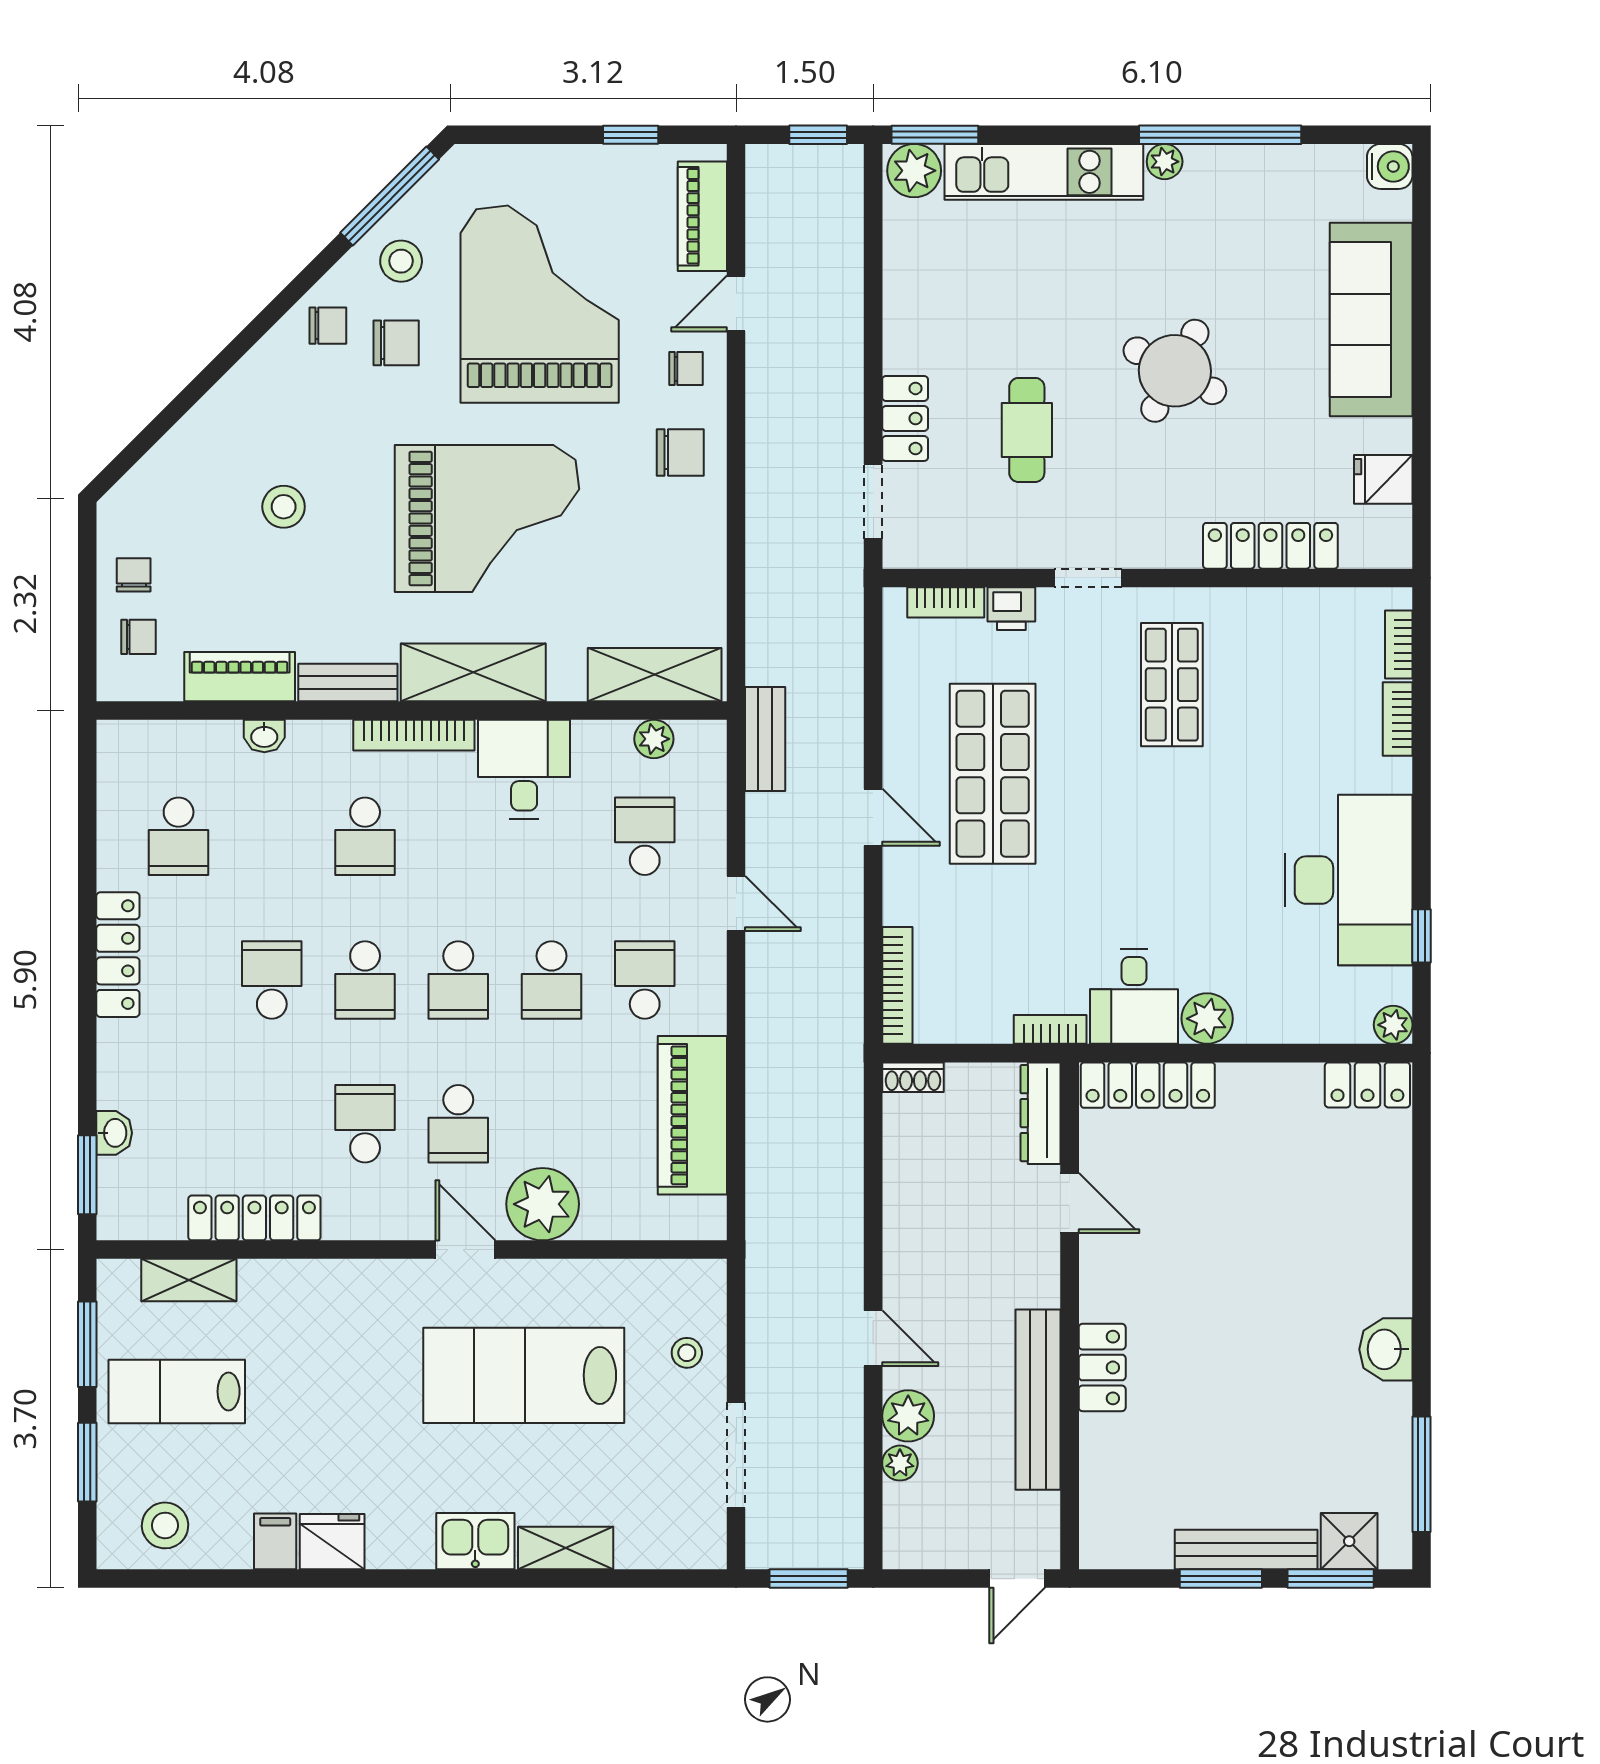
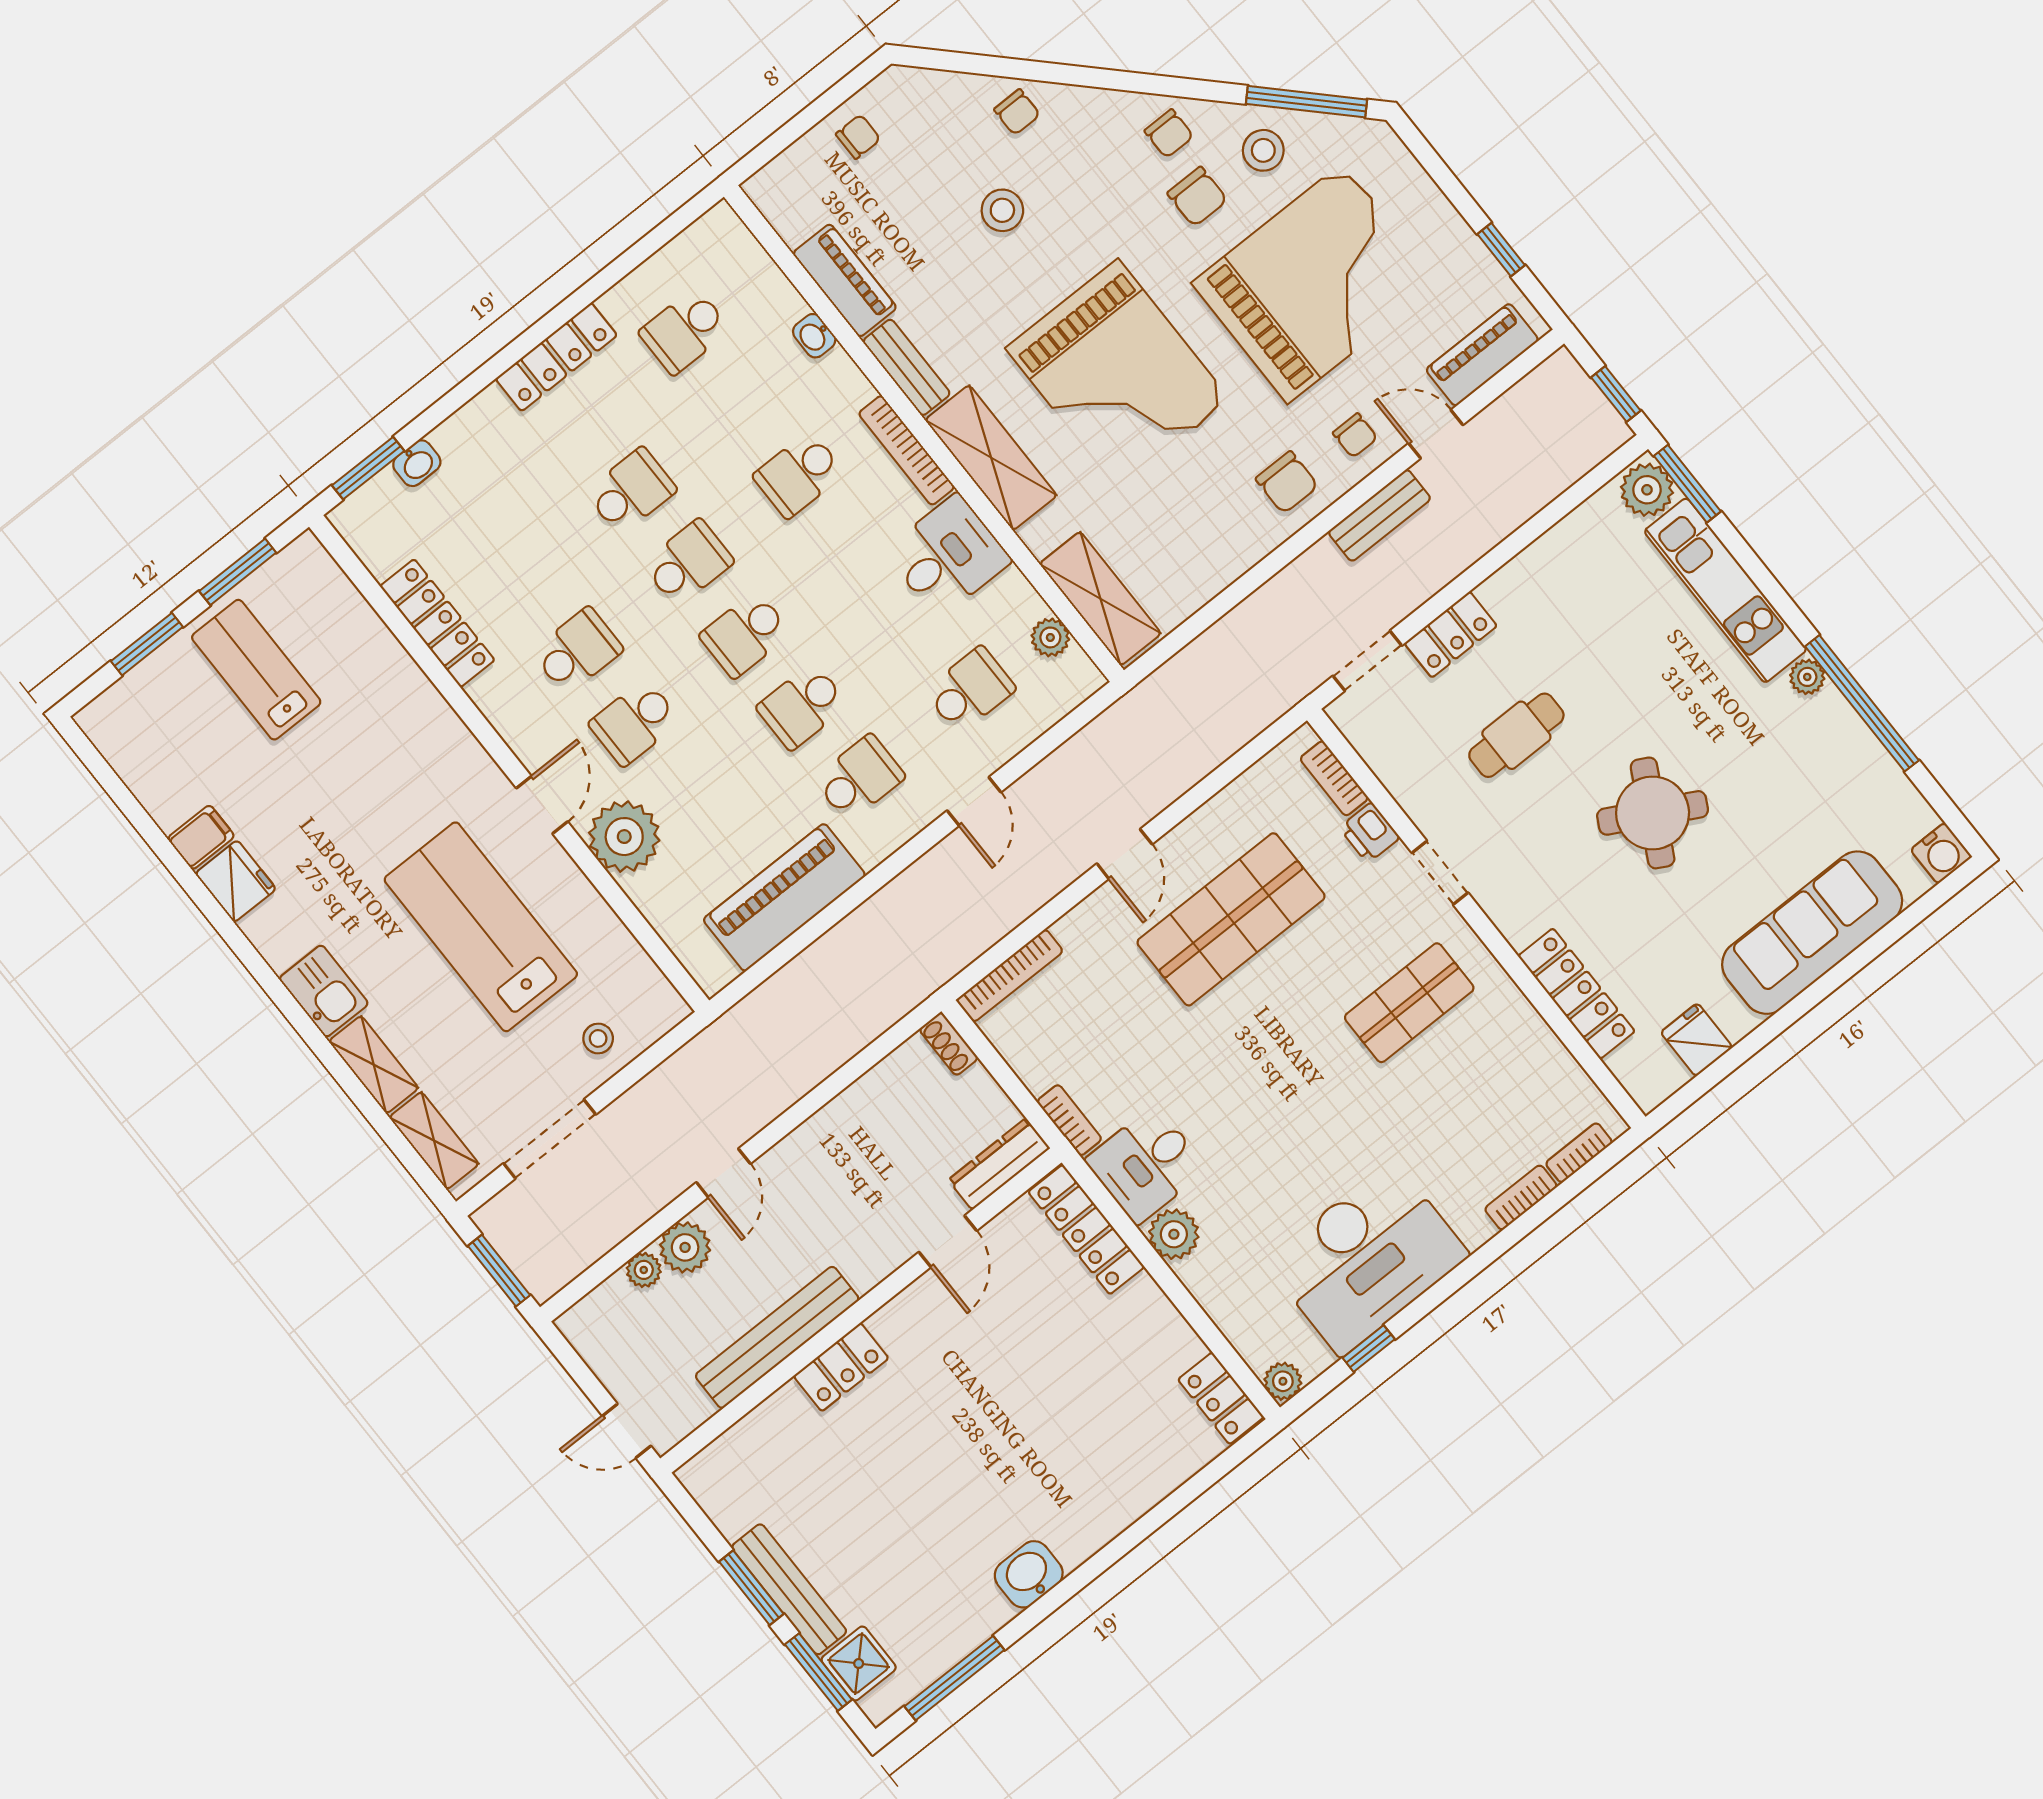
chair: (139, 637) -> (1017, 112), moved
bench: (765, 739) -> (1379, 515), moved
school desk: (365, 980) -> (688, 563), turned 180
shelving: (189, 1280) -> (434, 1141), moved
stool: (165, 1525) -> (146, 743), removed

